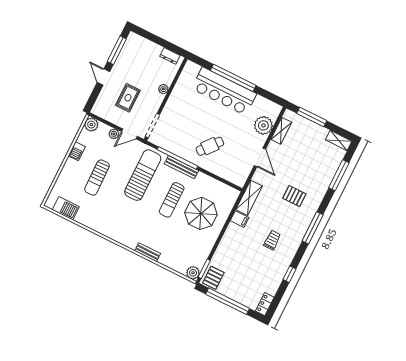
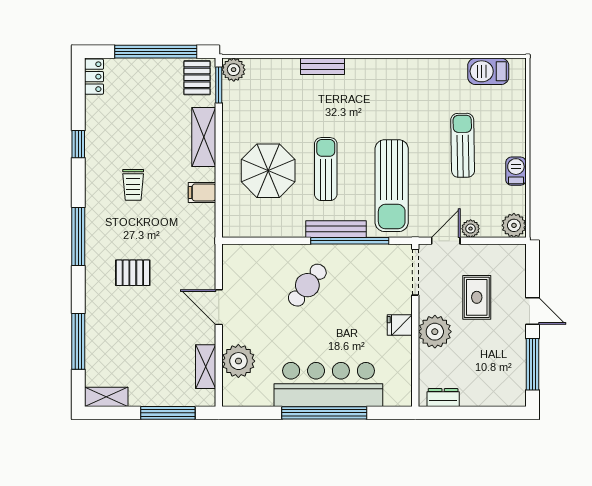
plant: (163, 89) -> (435, 332), width x1.87, depth x1.87
fridge: (174, 103) -> (400, 325), added
shelving: (249, 198) -> (204, 137), moved

